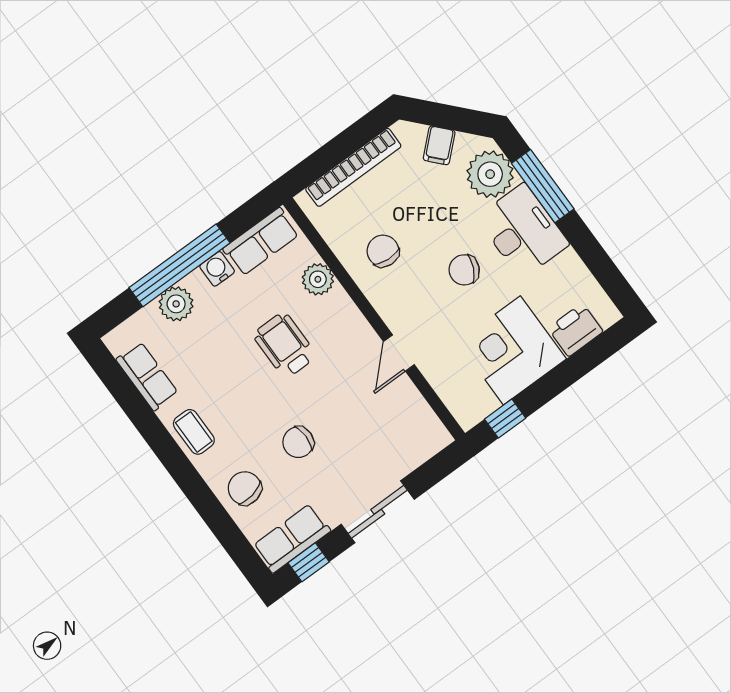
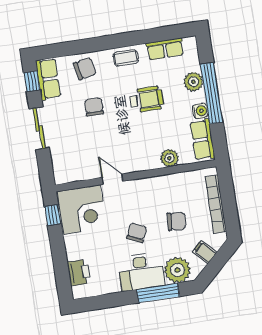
chair: (383, 251) -> (176, 221), moved
wheelchair: (285, 345) -> (147, 99), moved
corner desk: (512, 350) -> (82, 209), moved, turned 90

